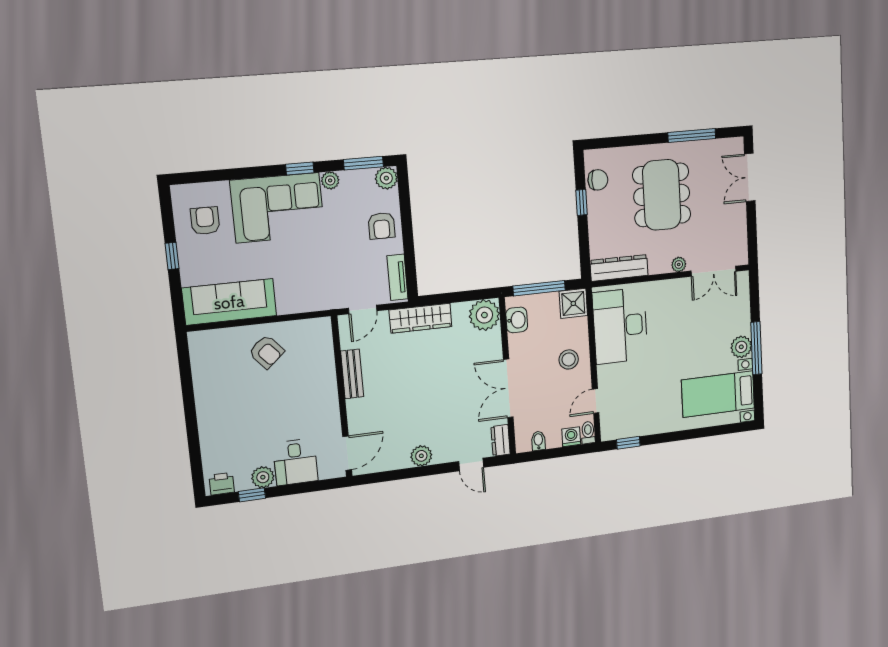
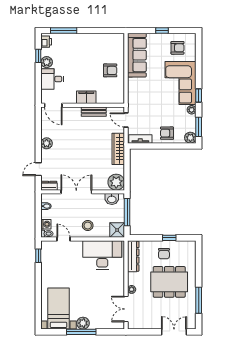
chair: (598, 180) -> (164, 254), moved
armchair: (267, 352) -> (110, 70), turned -139
filing cabinet: (325, 392) -> (86, 97), added
window: (195, 453) -> (64, 30), added

